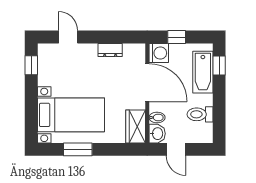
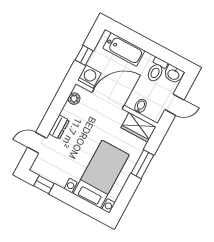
dresser: (110, 50) -> (59, 127), moved
plant: (130, 50) -> (74, 99), added
window: (219, 65) -> (125, 33), removed
washbasin: (157, 134) -> (174, 74), moved, turned 180
window: (78, 149) -> (142, 164), moved

